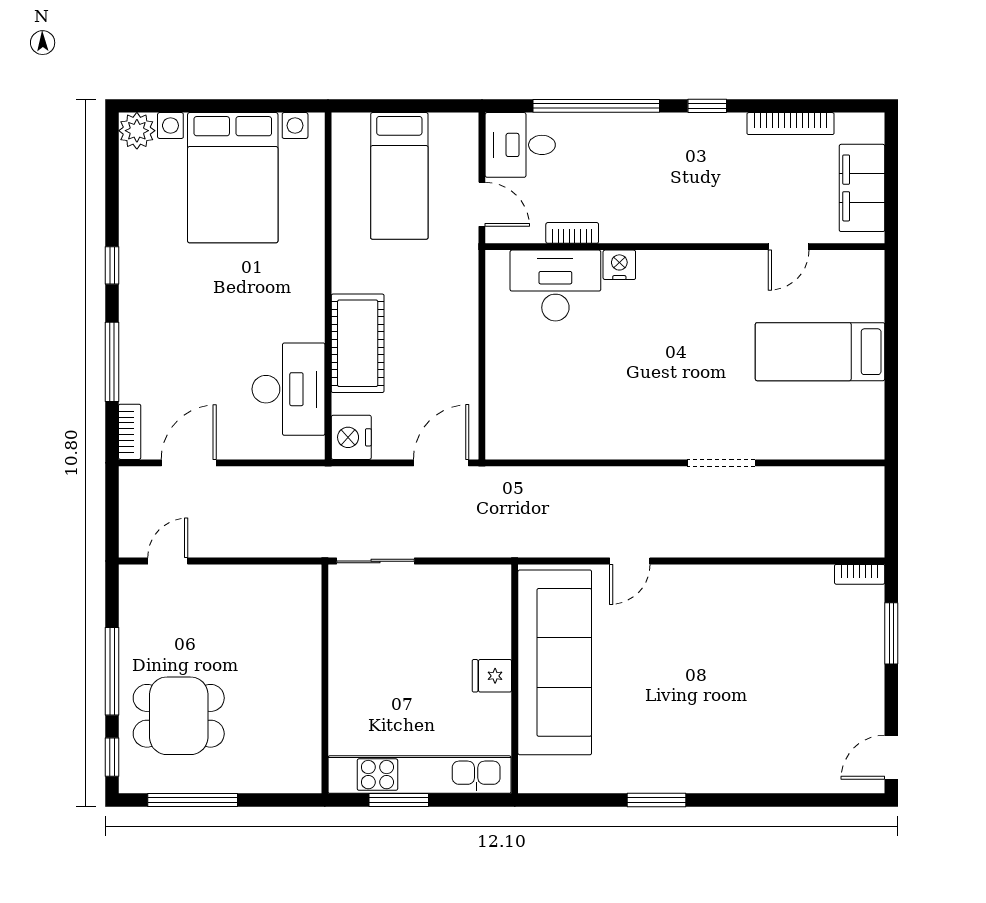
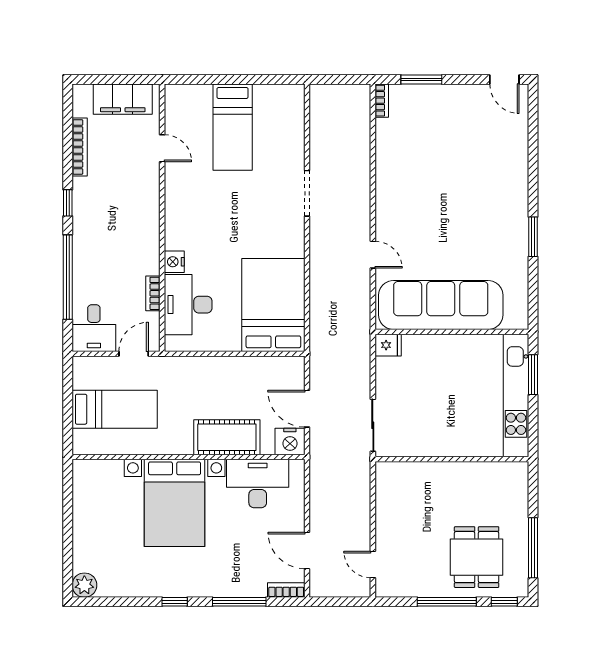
bed with nightstands: (233, 178) -> (175, 503), moved, turned 90
bed: (555, 413) -> (273, 305), added
door: (441, 463) -> (307, 409), moved
fridge: (492, 676) -> (388, 345), moved, turned -90
window: (399, 800) -> (533, 375), moved

